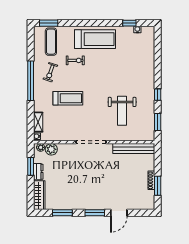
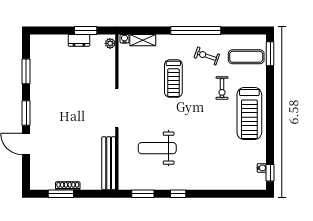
window: (129, 23) -> (270, 173), moved
plant: (51, 149) -> (108, 57), removed
wardrobe: (39, 195) -> (49, 42), removed

